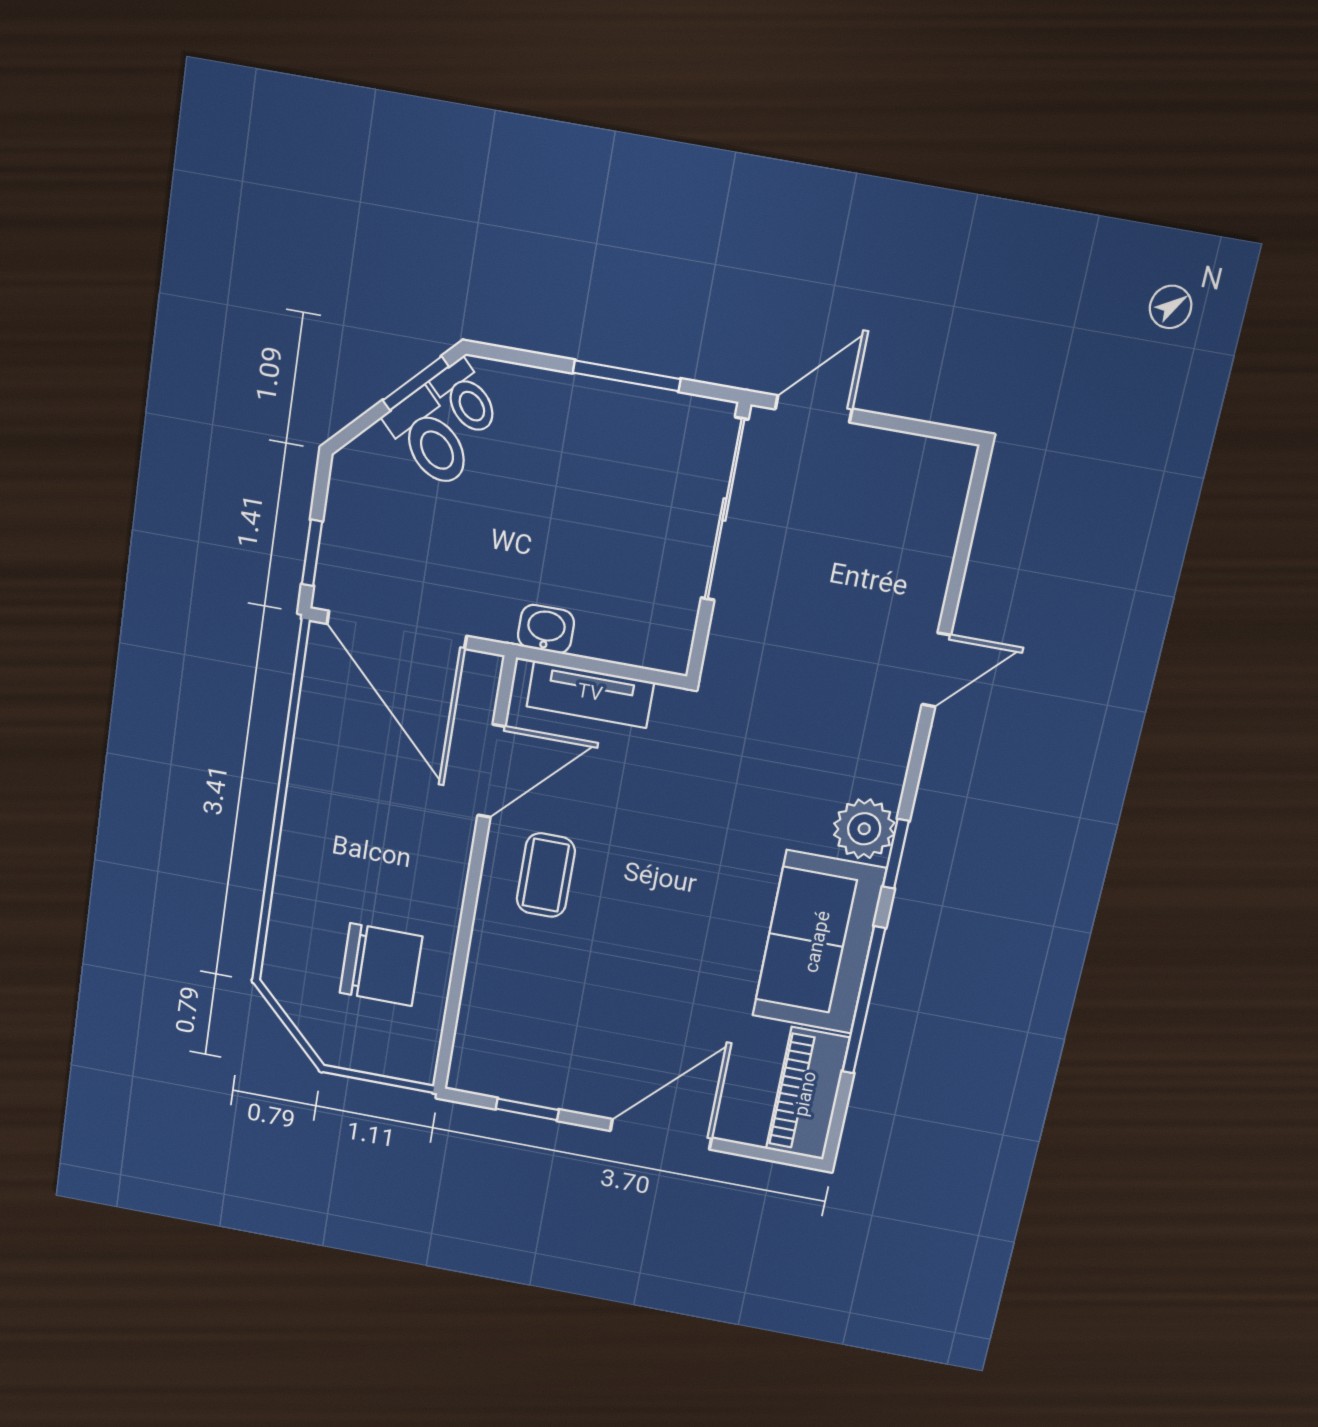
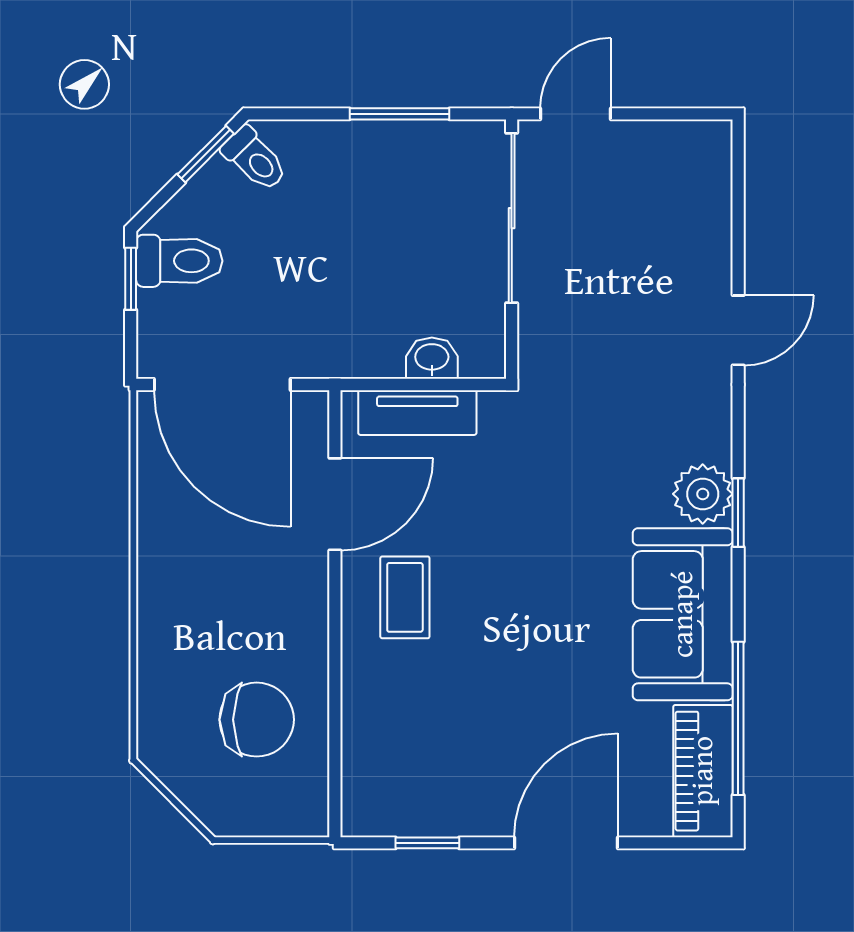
toilet: (429, 439) -> (179, 261), moved, turned -45
window: (312, 553) -> (131, 279), moved
washbasin: (546, 629) -> (432, 358), moved
window: (864, 1000) -> (738, 718), moved

